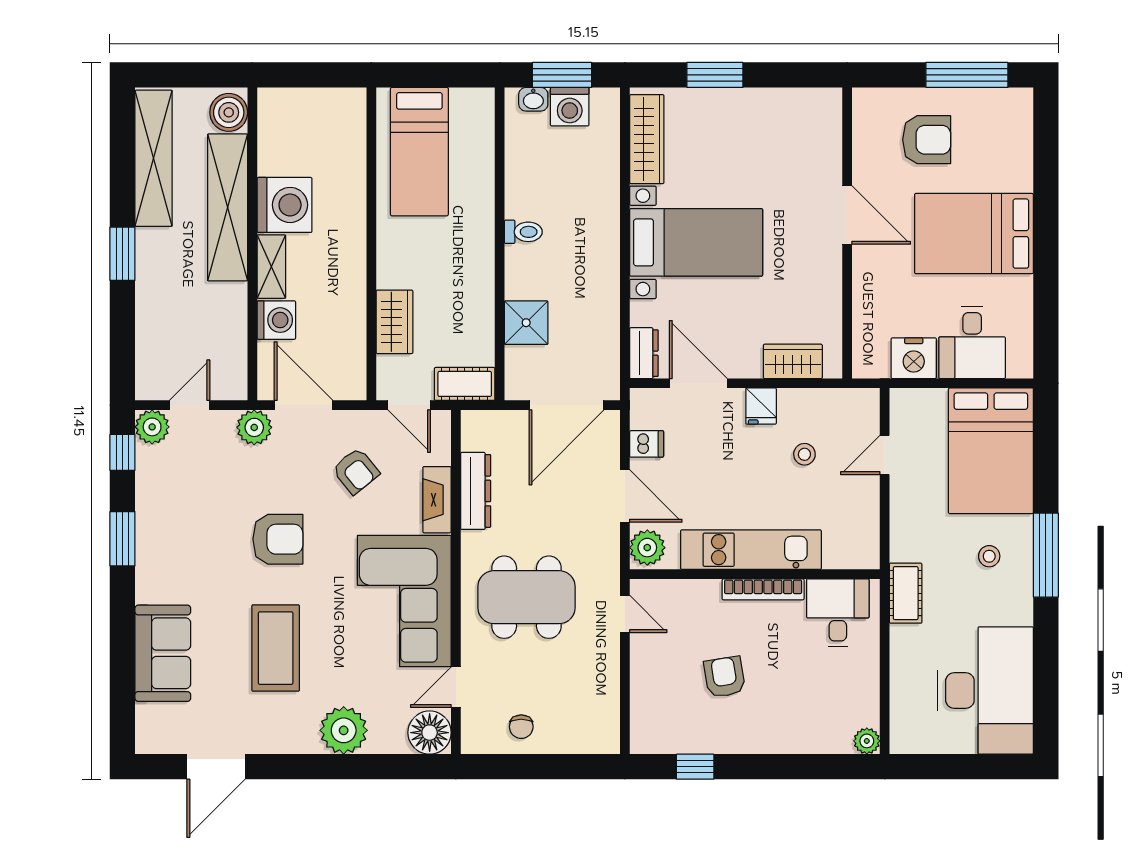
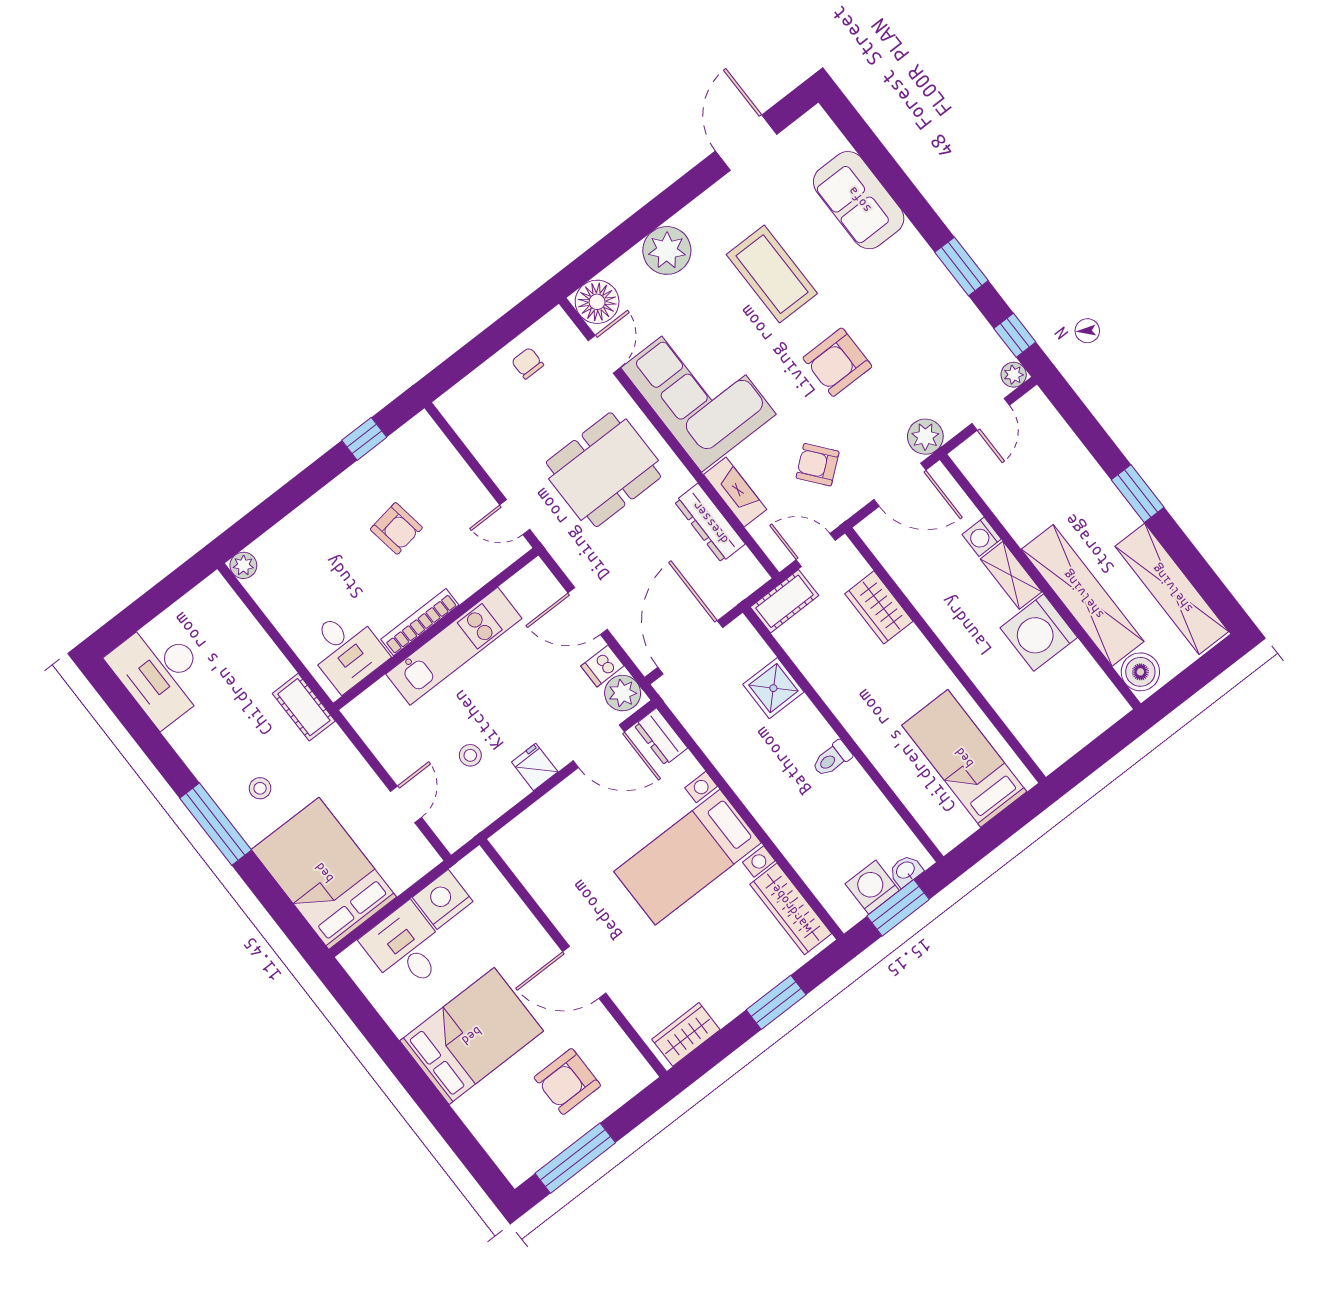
washing machine: (276, 320) -> (982, 537), width x0.73, depth x0.73
wardrobe: (793, 361) -> (686, 1034), moved, turned 180
plant: (152, 427) -> (1014, 375), width x0.73, depth x0.73
plant: (647, 548) -> (623, 693), moved
desk: (986, 690) -> (161, 672), width x0.73, depth x0.77

